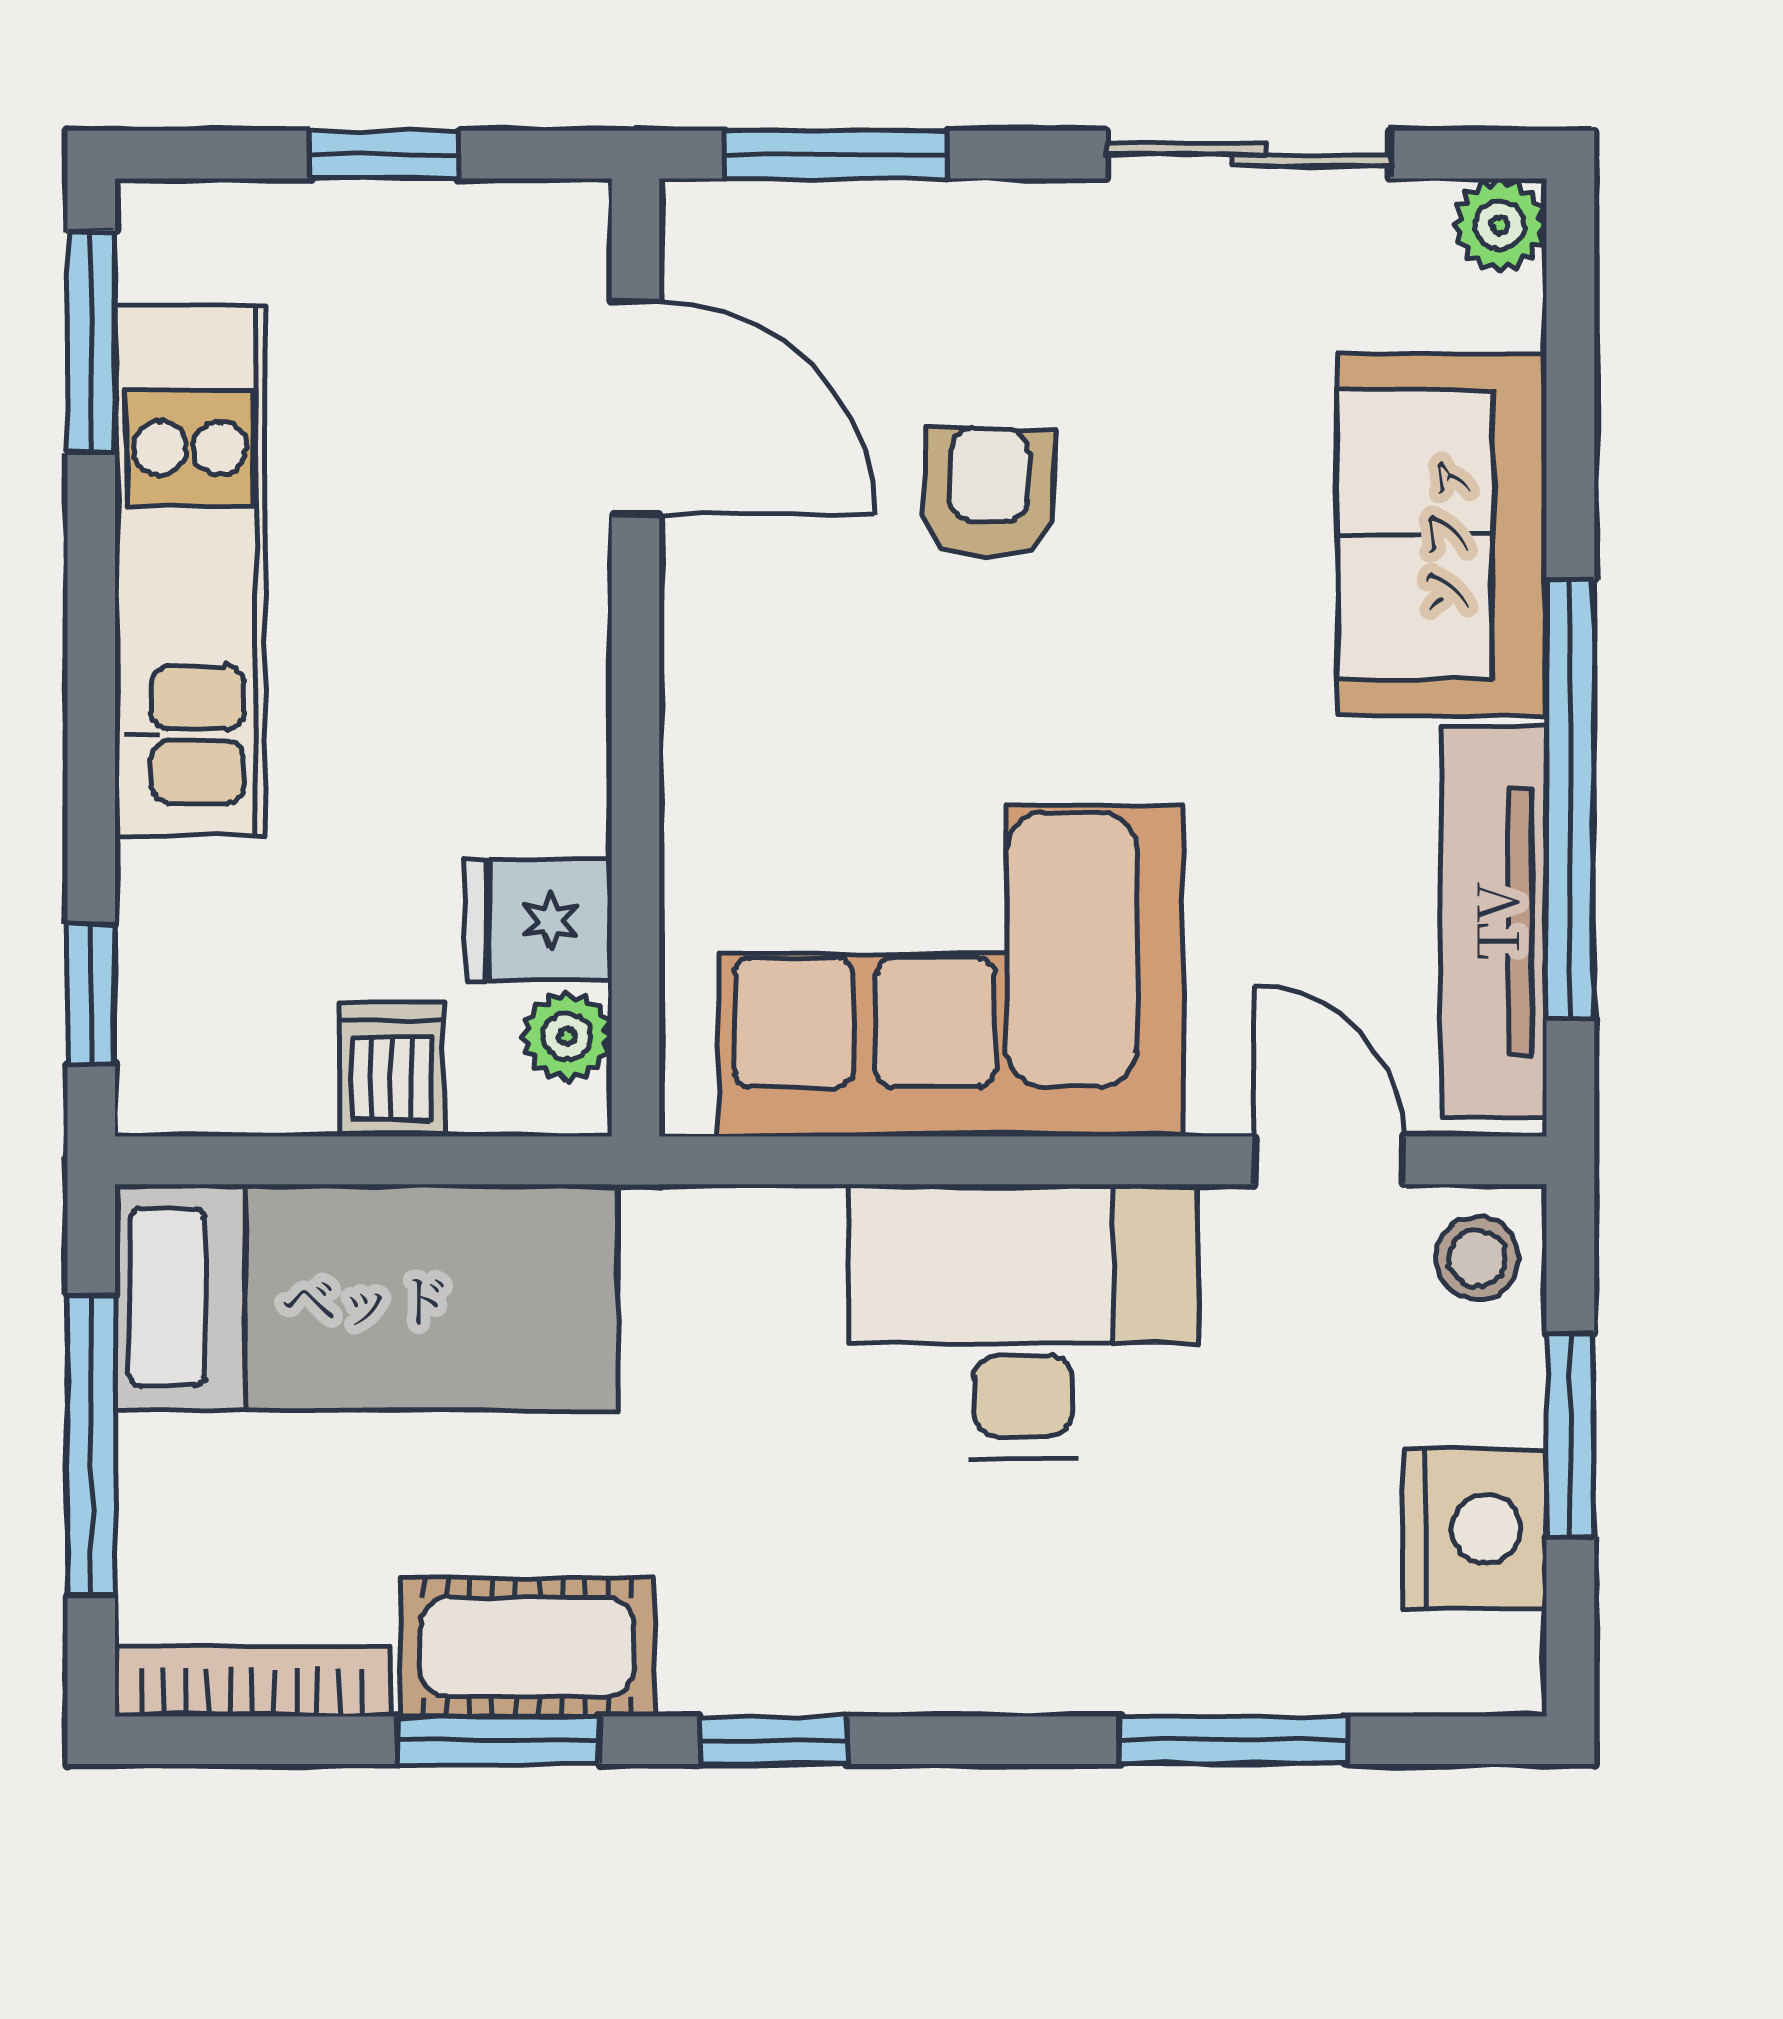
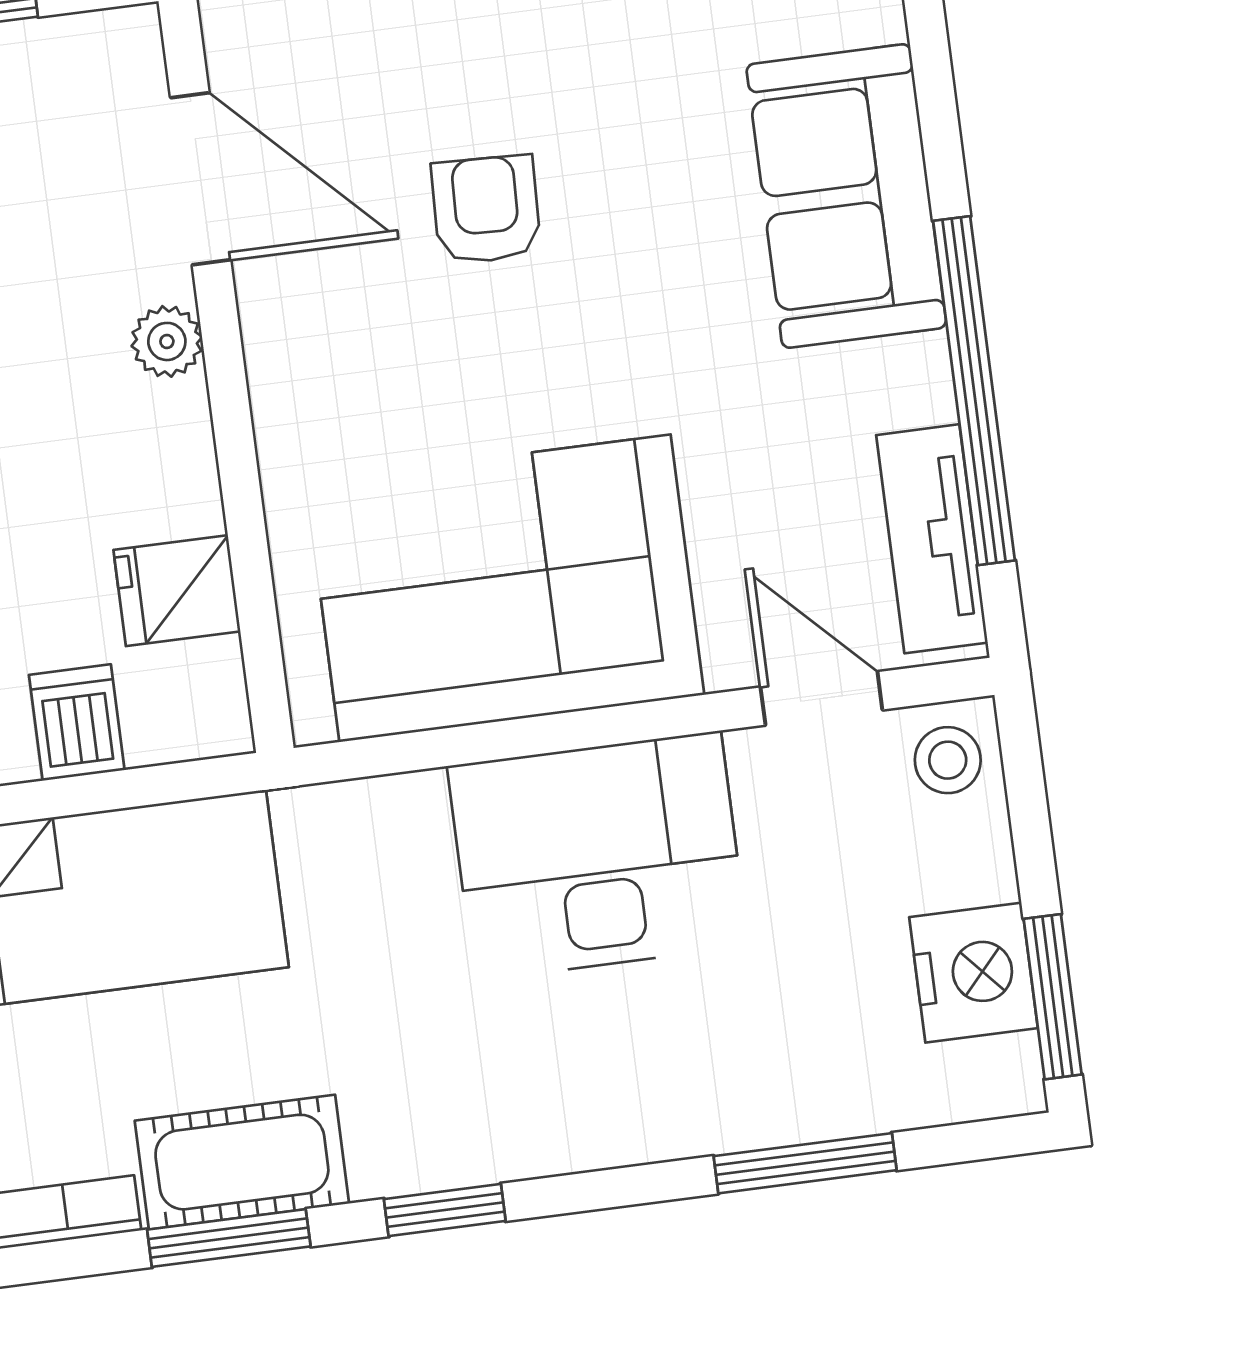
tv unit: (1494, 921) -> (932, 539), width x0.71
plant: (567, 1036) -> (167, 341), moved
window: (1570, 1436) -> (1053, 997), moved

